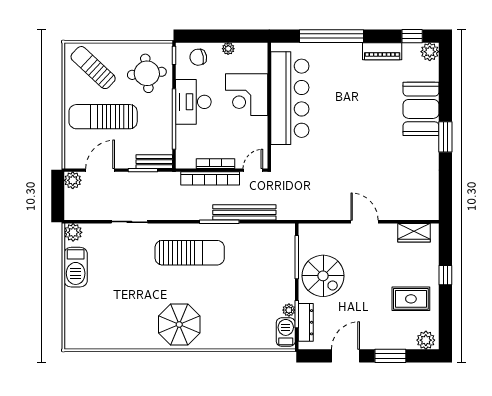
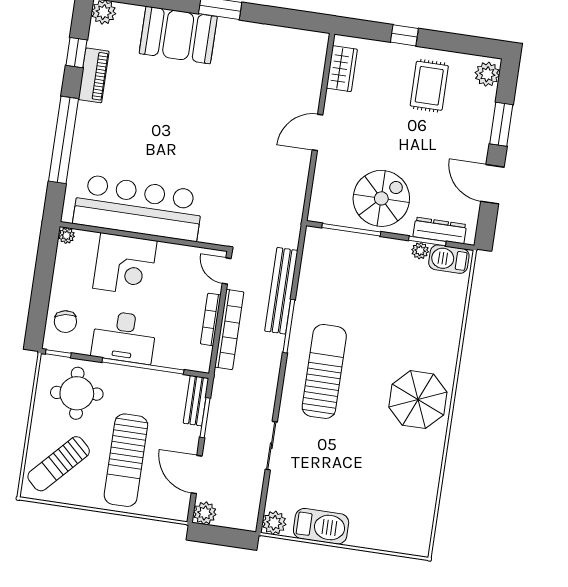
window: (412, 36) -> (76, 53), moved
plant: (228, 49) -> (66, 236), moved

